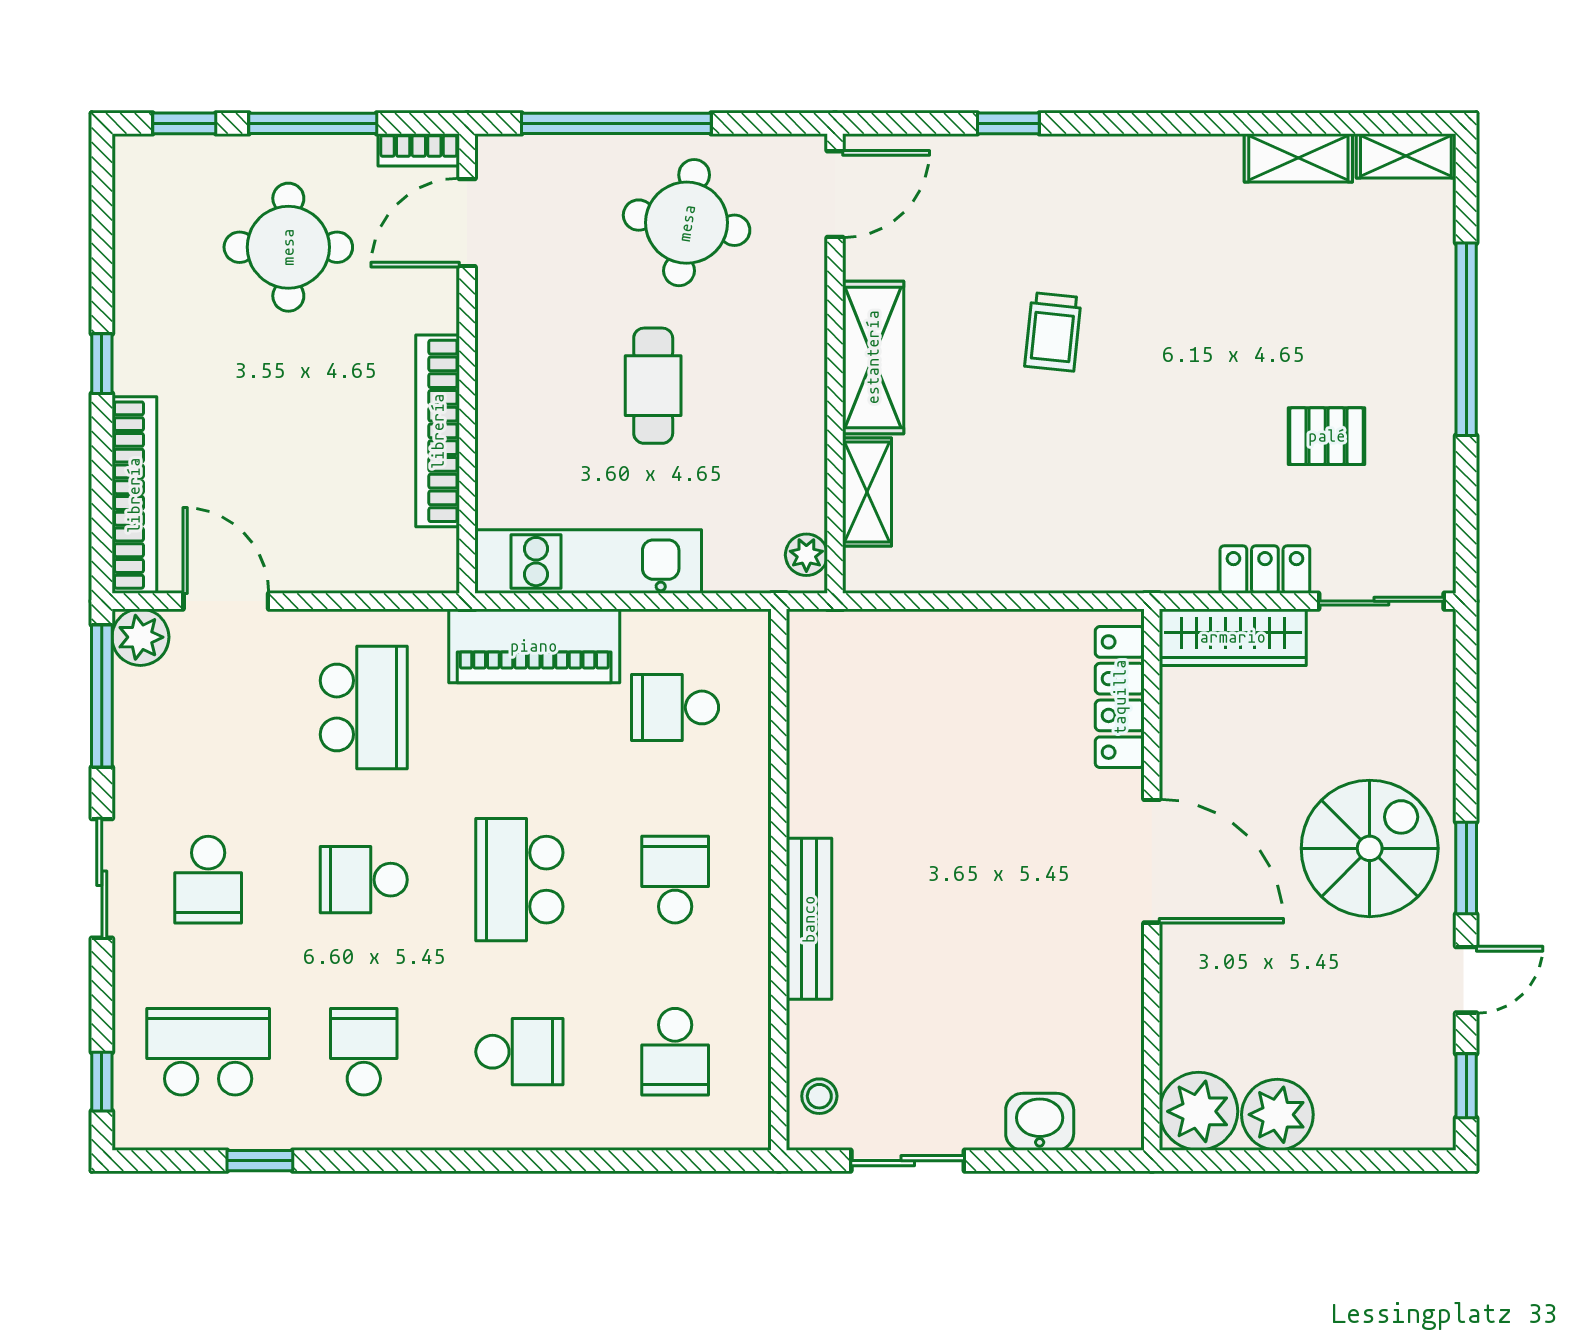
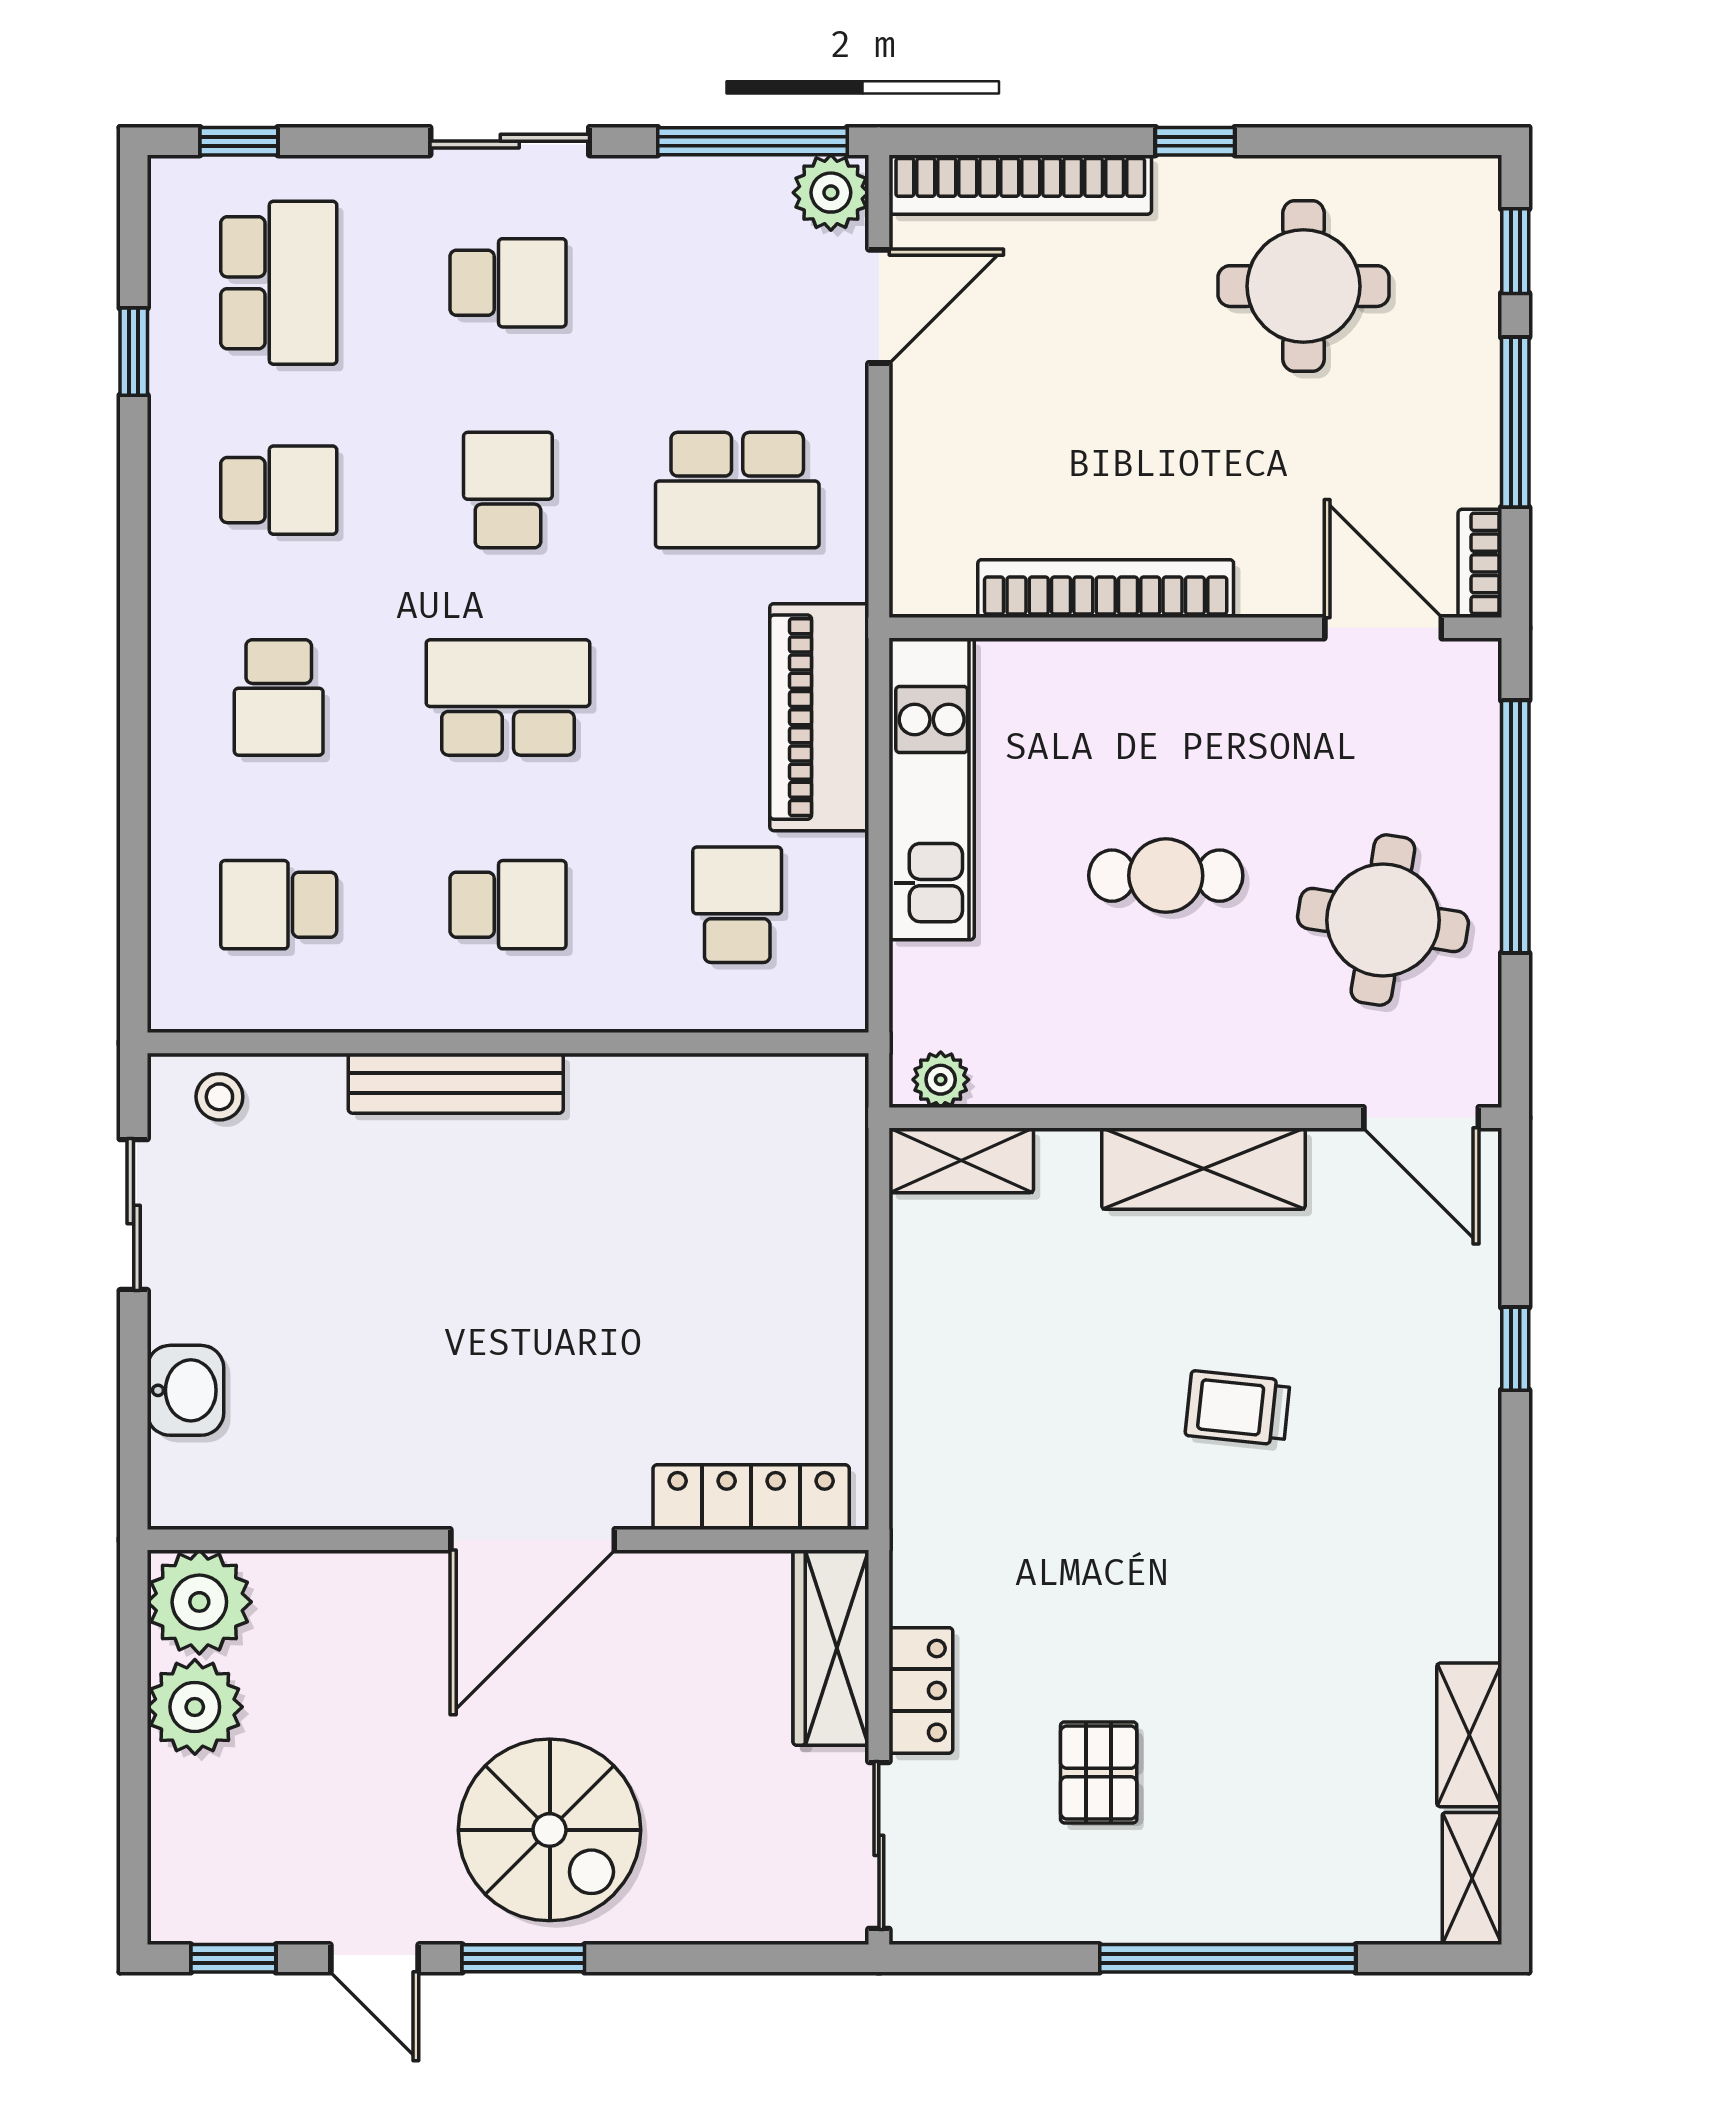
round table: (288, 247) -> (1303, 286), moved
shelving: (867, 492) -> (961, 1160), moved
school desk: (208, 880) -> (508, 283), turned 180

